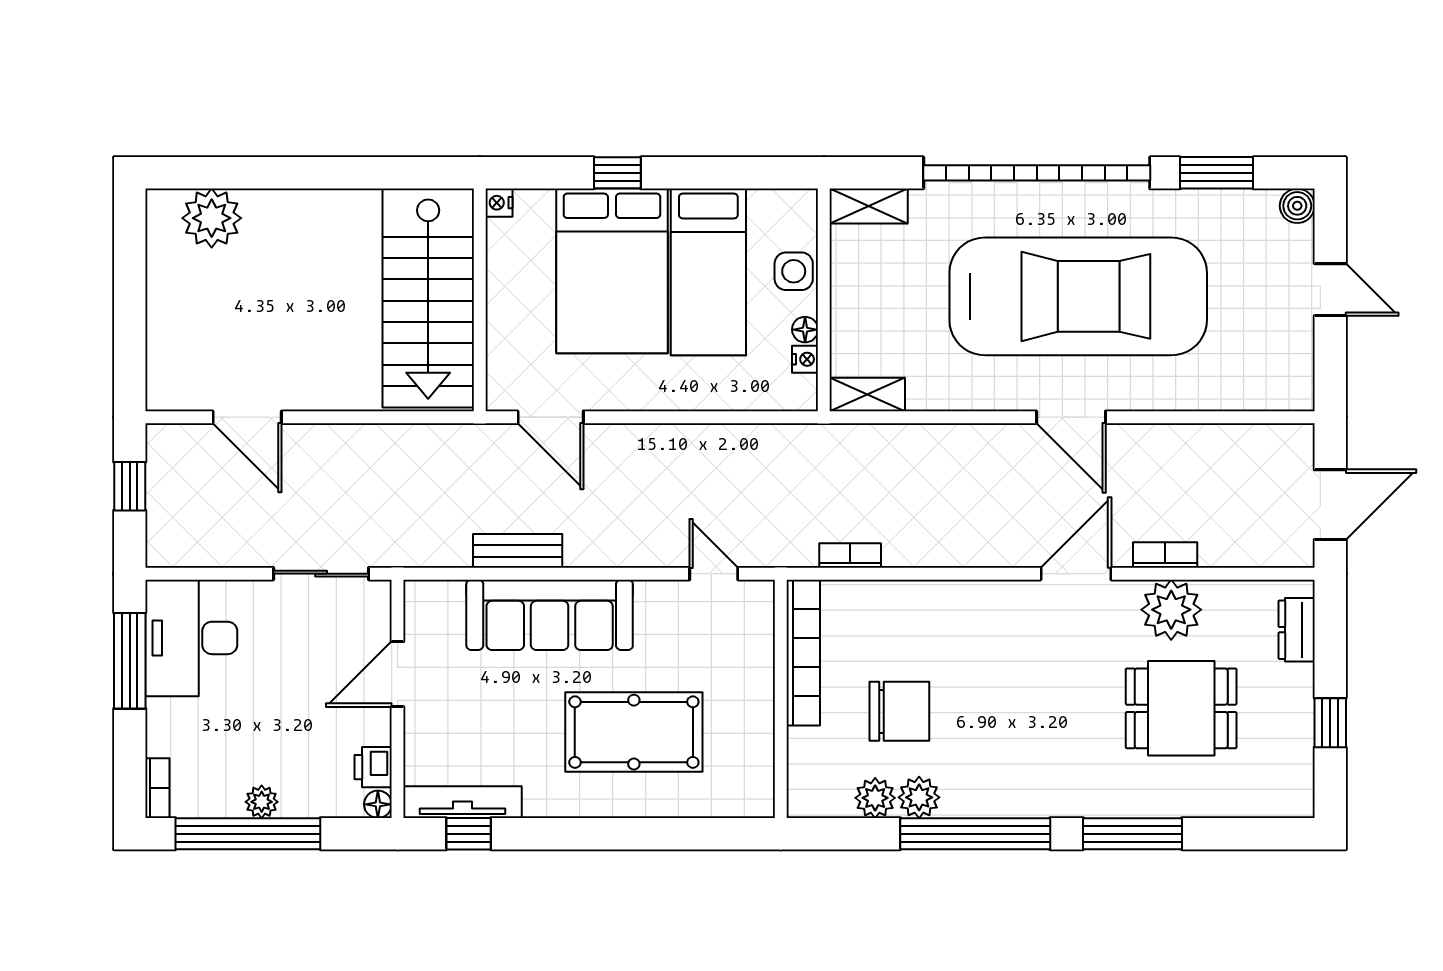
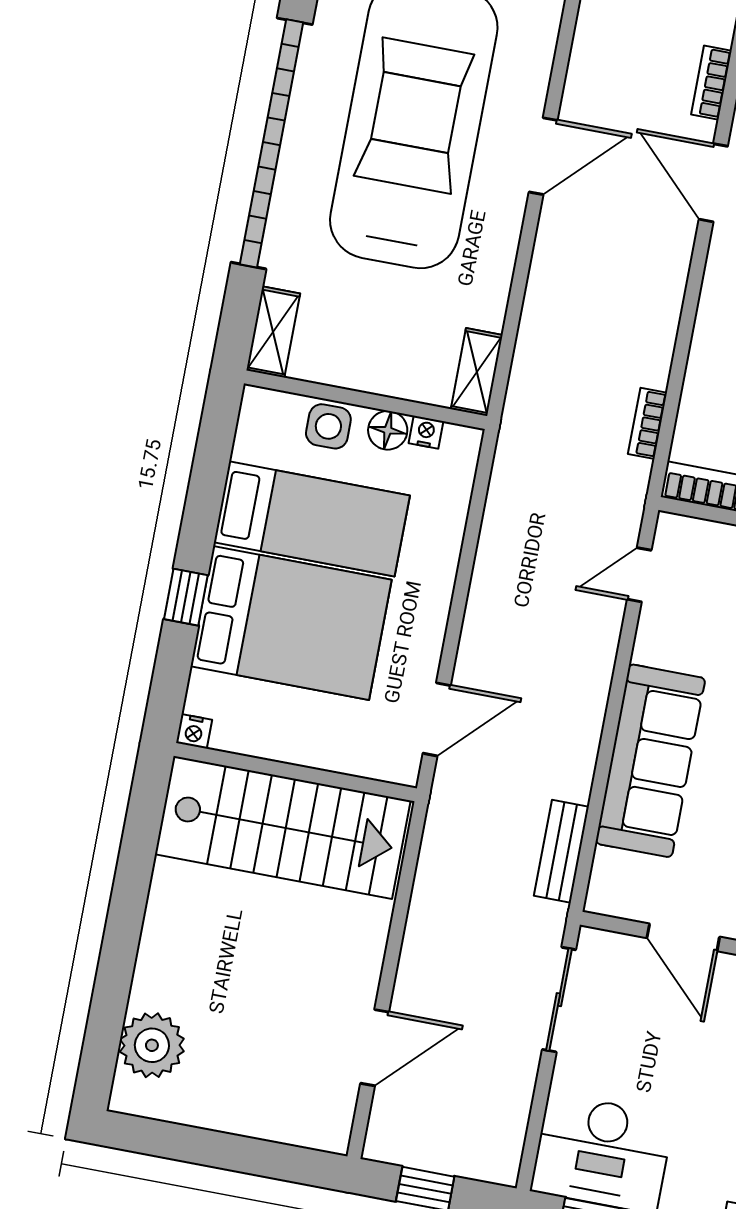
floor lamp: (805, 330) -> (388, 430), width x1.37, depth x1.37
bench: (518, 551) -> (561, 851), moved

